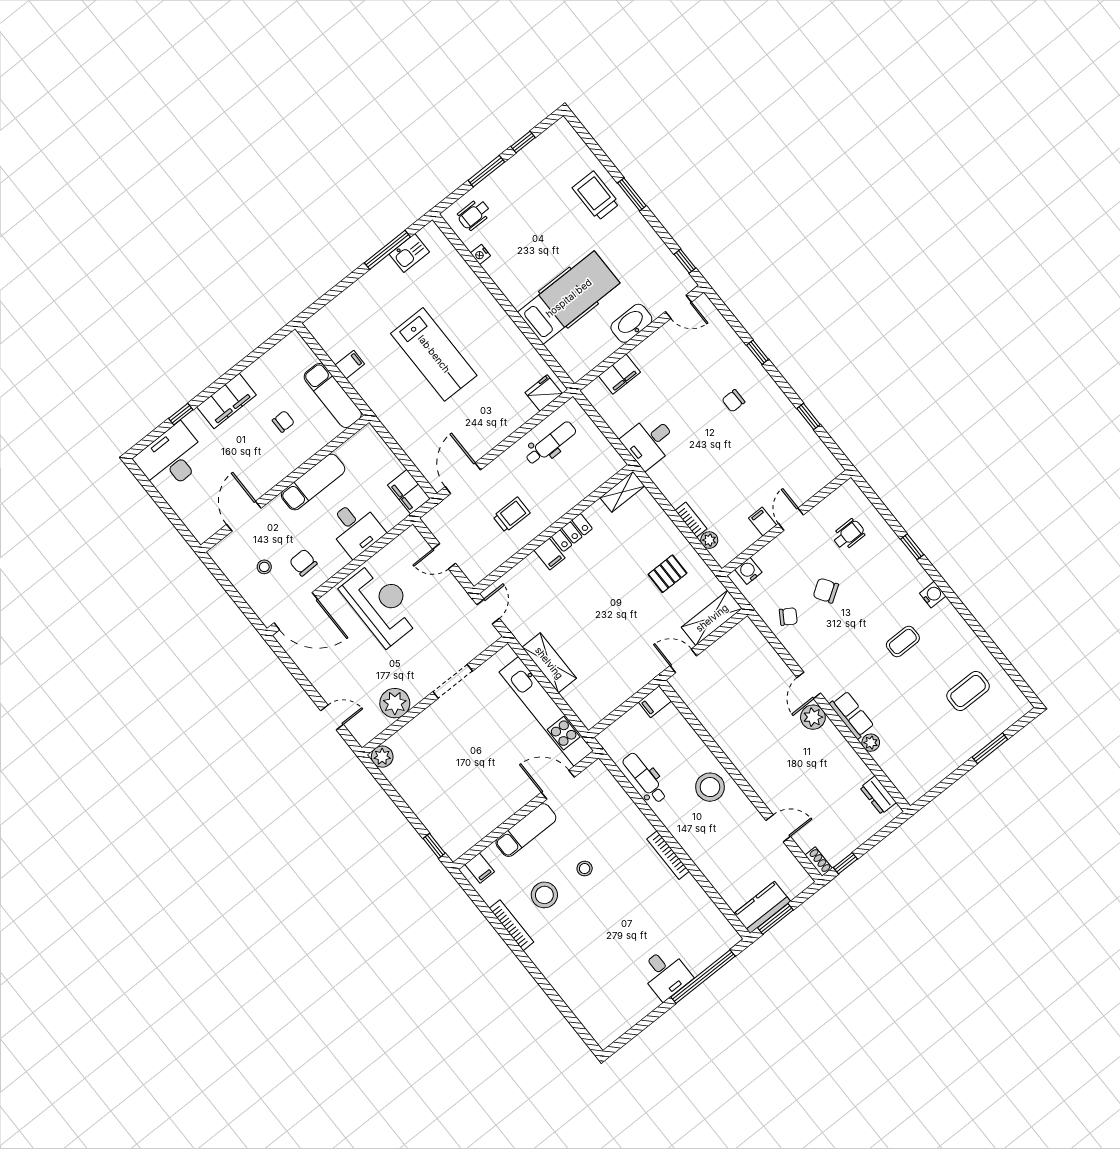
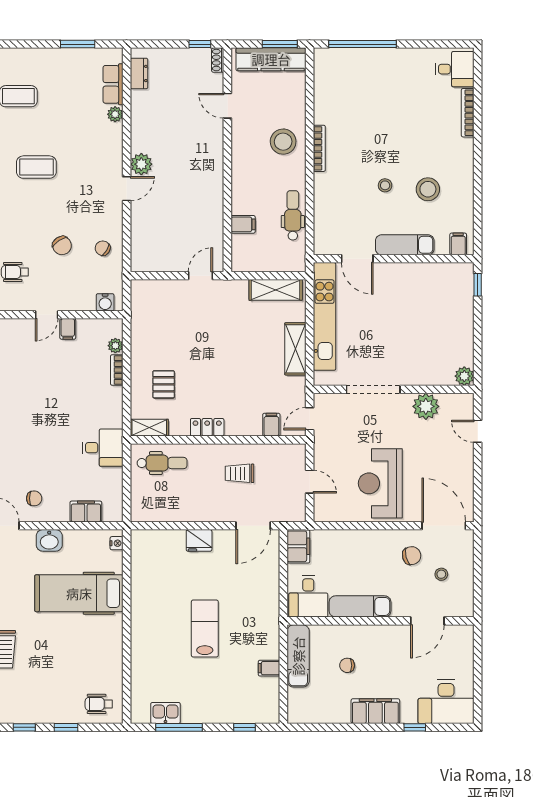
window: (486, 171) -> (66, 727), width x0.67
wheelchair: (474, 214) -> (99, 704), turned 180
nightstand: (480, 254) -> (117, 543), moved
window: (330, 296) -> (245, 727), added
washbasin: (631, 323) -> (49, 540), width x0.72
lab bench: (434, 354) -> (205, 628), width x0.73, depth x0.72
fridge: (544, 393) -> (199, 540), moved
chair: (733, 401) -> (34, 498), moved
dental chair: (551, 443) -> (162, 463), moved, turned 180
desk: (356, 528) -> (308, 596), moved, turned 180
filing cabinet: (549, 554) -> (271, 425), moved
chair: (303, 563) -> (412, 556), turned -103
pallet: (667, 574) -> (164, 384), moved, turned 90
shelving: (712, 618) -> (276, 290), moved
coffee table: (903, 642) -> (36, 167), width x1.36, depth x1.30
door: (683, 661) -> (200, 276), swing flipped
doorway: (453, 681) -> (373, 389), width x1.36
filing cabinet: (655, 702) -> (243, 224), moved
row of seats: (852, 715) -> (113, 84), moved
window: (990, 748) -> (78, 44), moved
dental chair: (645, 778) -> (293, 215), turned 180
stool: (710, 787) -> (283, 142), moved
kitchen counter: (762, 907) -> (271, 59), width x1.50
bookcase: (512, 925) -> (468, 113), moved
desk: (665, 974) -> (455, 69), moved, turned 90

